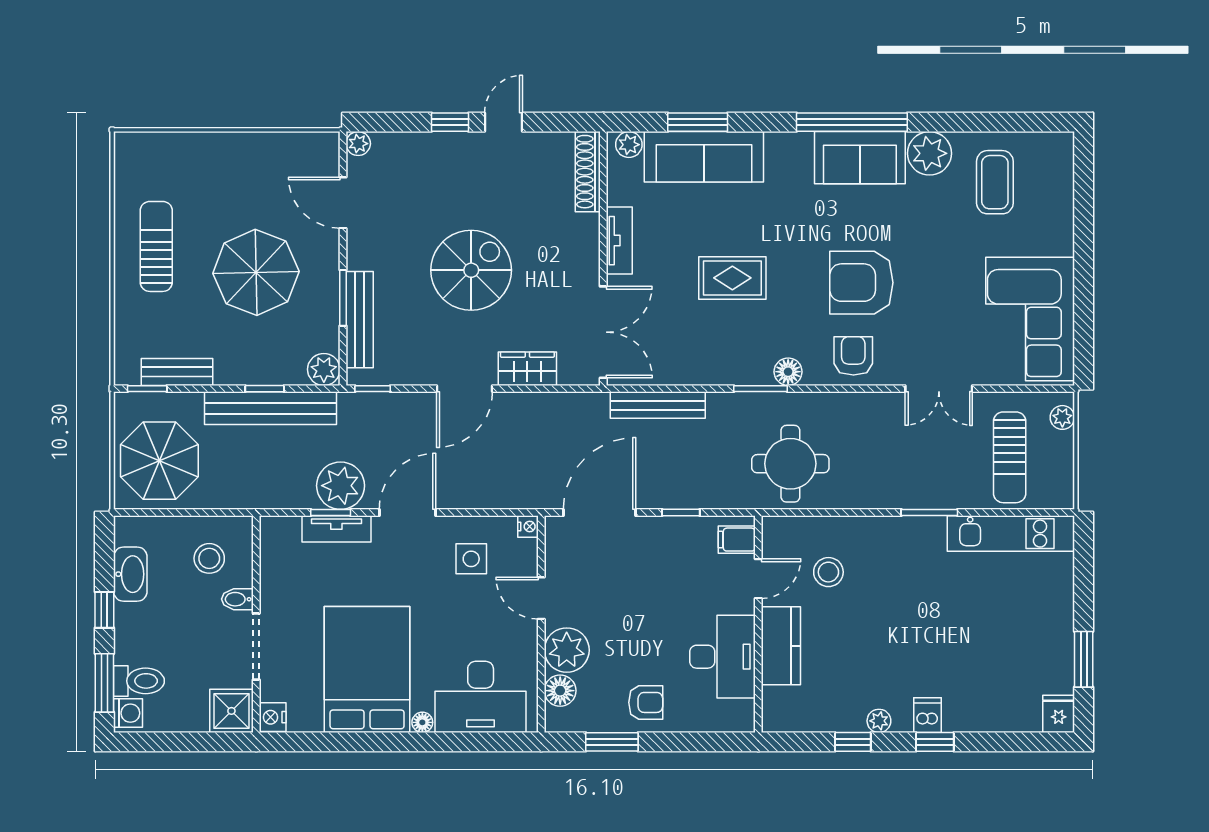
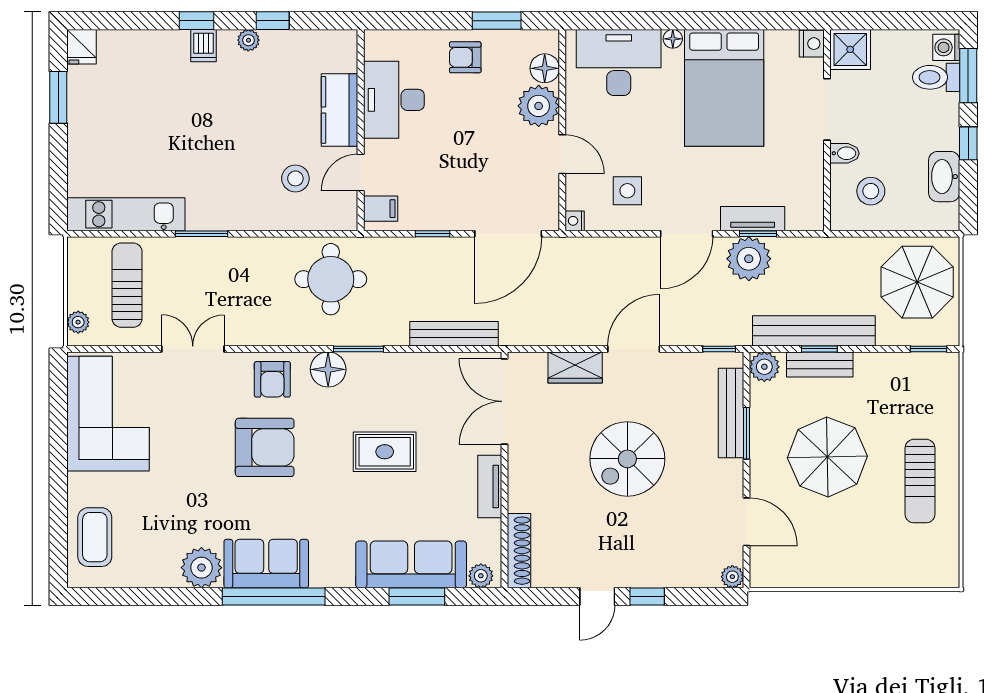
coffee table: (995, 182) -> (95, 537), moved
bench: (177, 372) -> (820, 364), moved
floor lamp: (788, 372) -> (328, 369), width x1.38, depth x1.38

